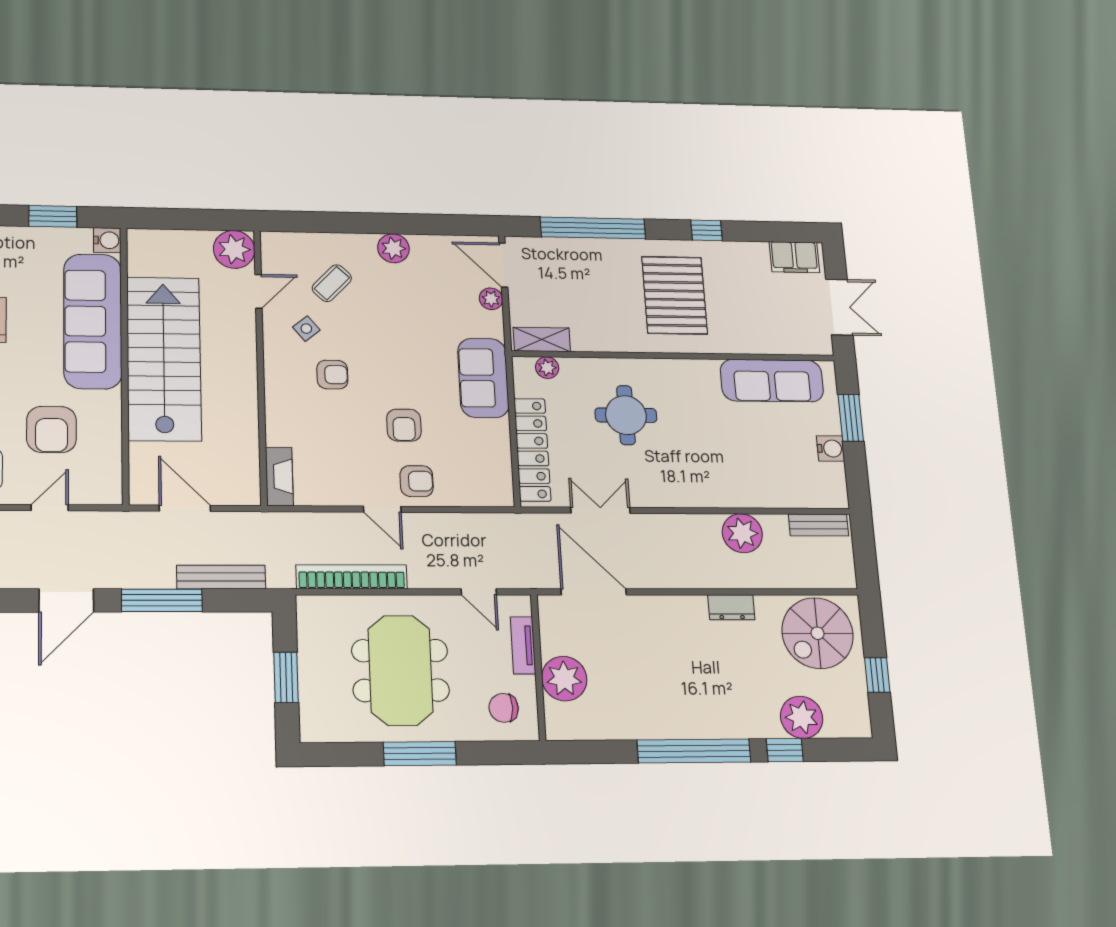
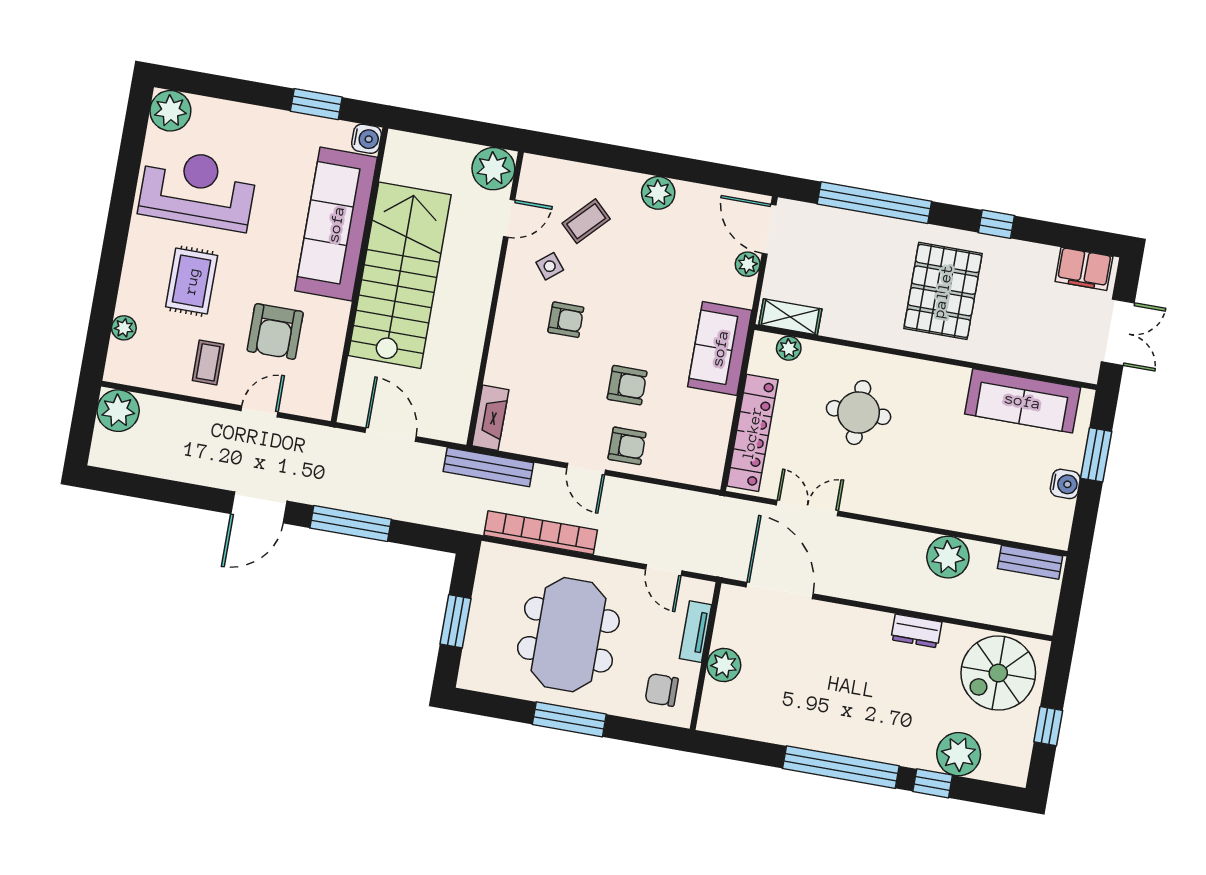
armchair: (404, 425) -> (627, 385), turned -90
bench: (221, 577) -> (488, 467), moved
plant: (564, 679) -> (724, 665), width x0.73, depth x0.73

